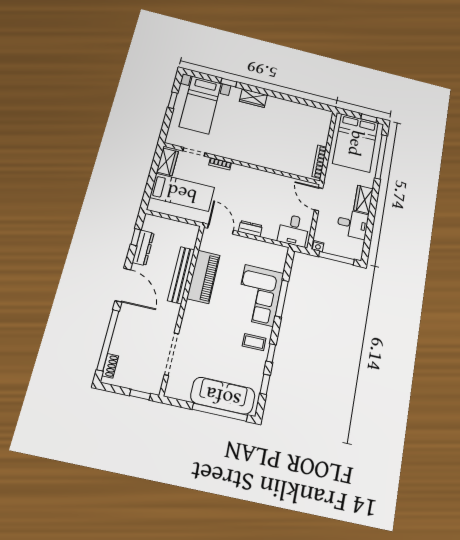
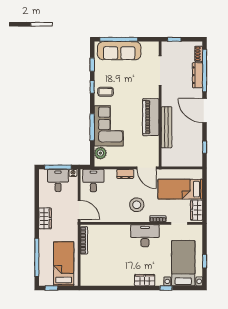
bed: (355, 143) -> (64, 264), width x0.67
desk: (241, 148) -> (145, 236), added
stool: (244, 187) -> (137, 205), added
desk: (353, 224) -> (58, 180), moved, turned 90
dresser: (143, 248) -> (198, 75), moved
plant: (277, 263) -> (100, 153), added
piano: (203, 277) -> (151, 117), moved

